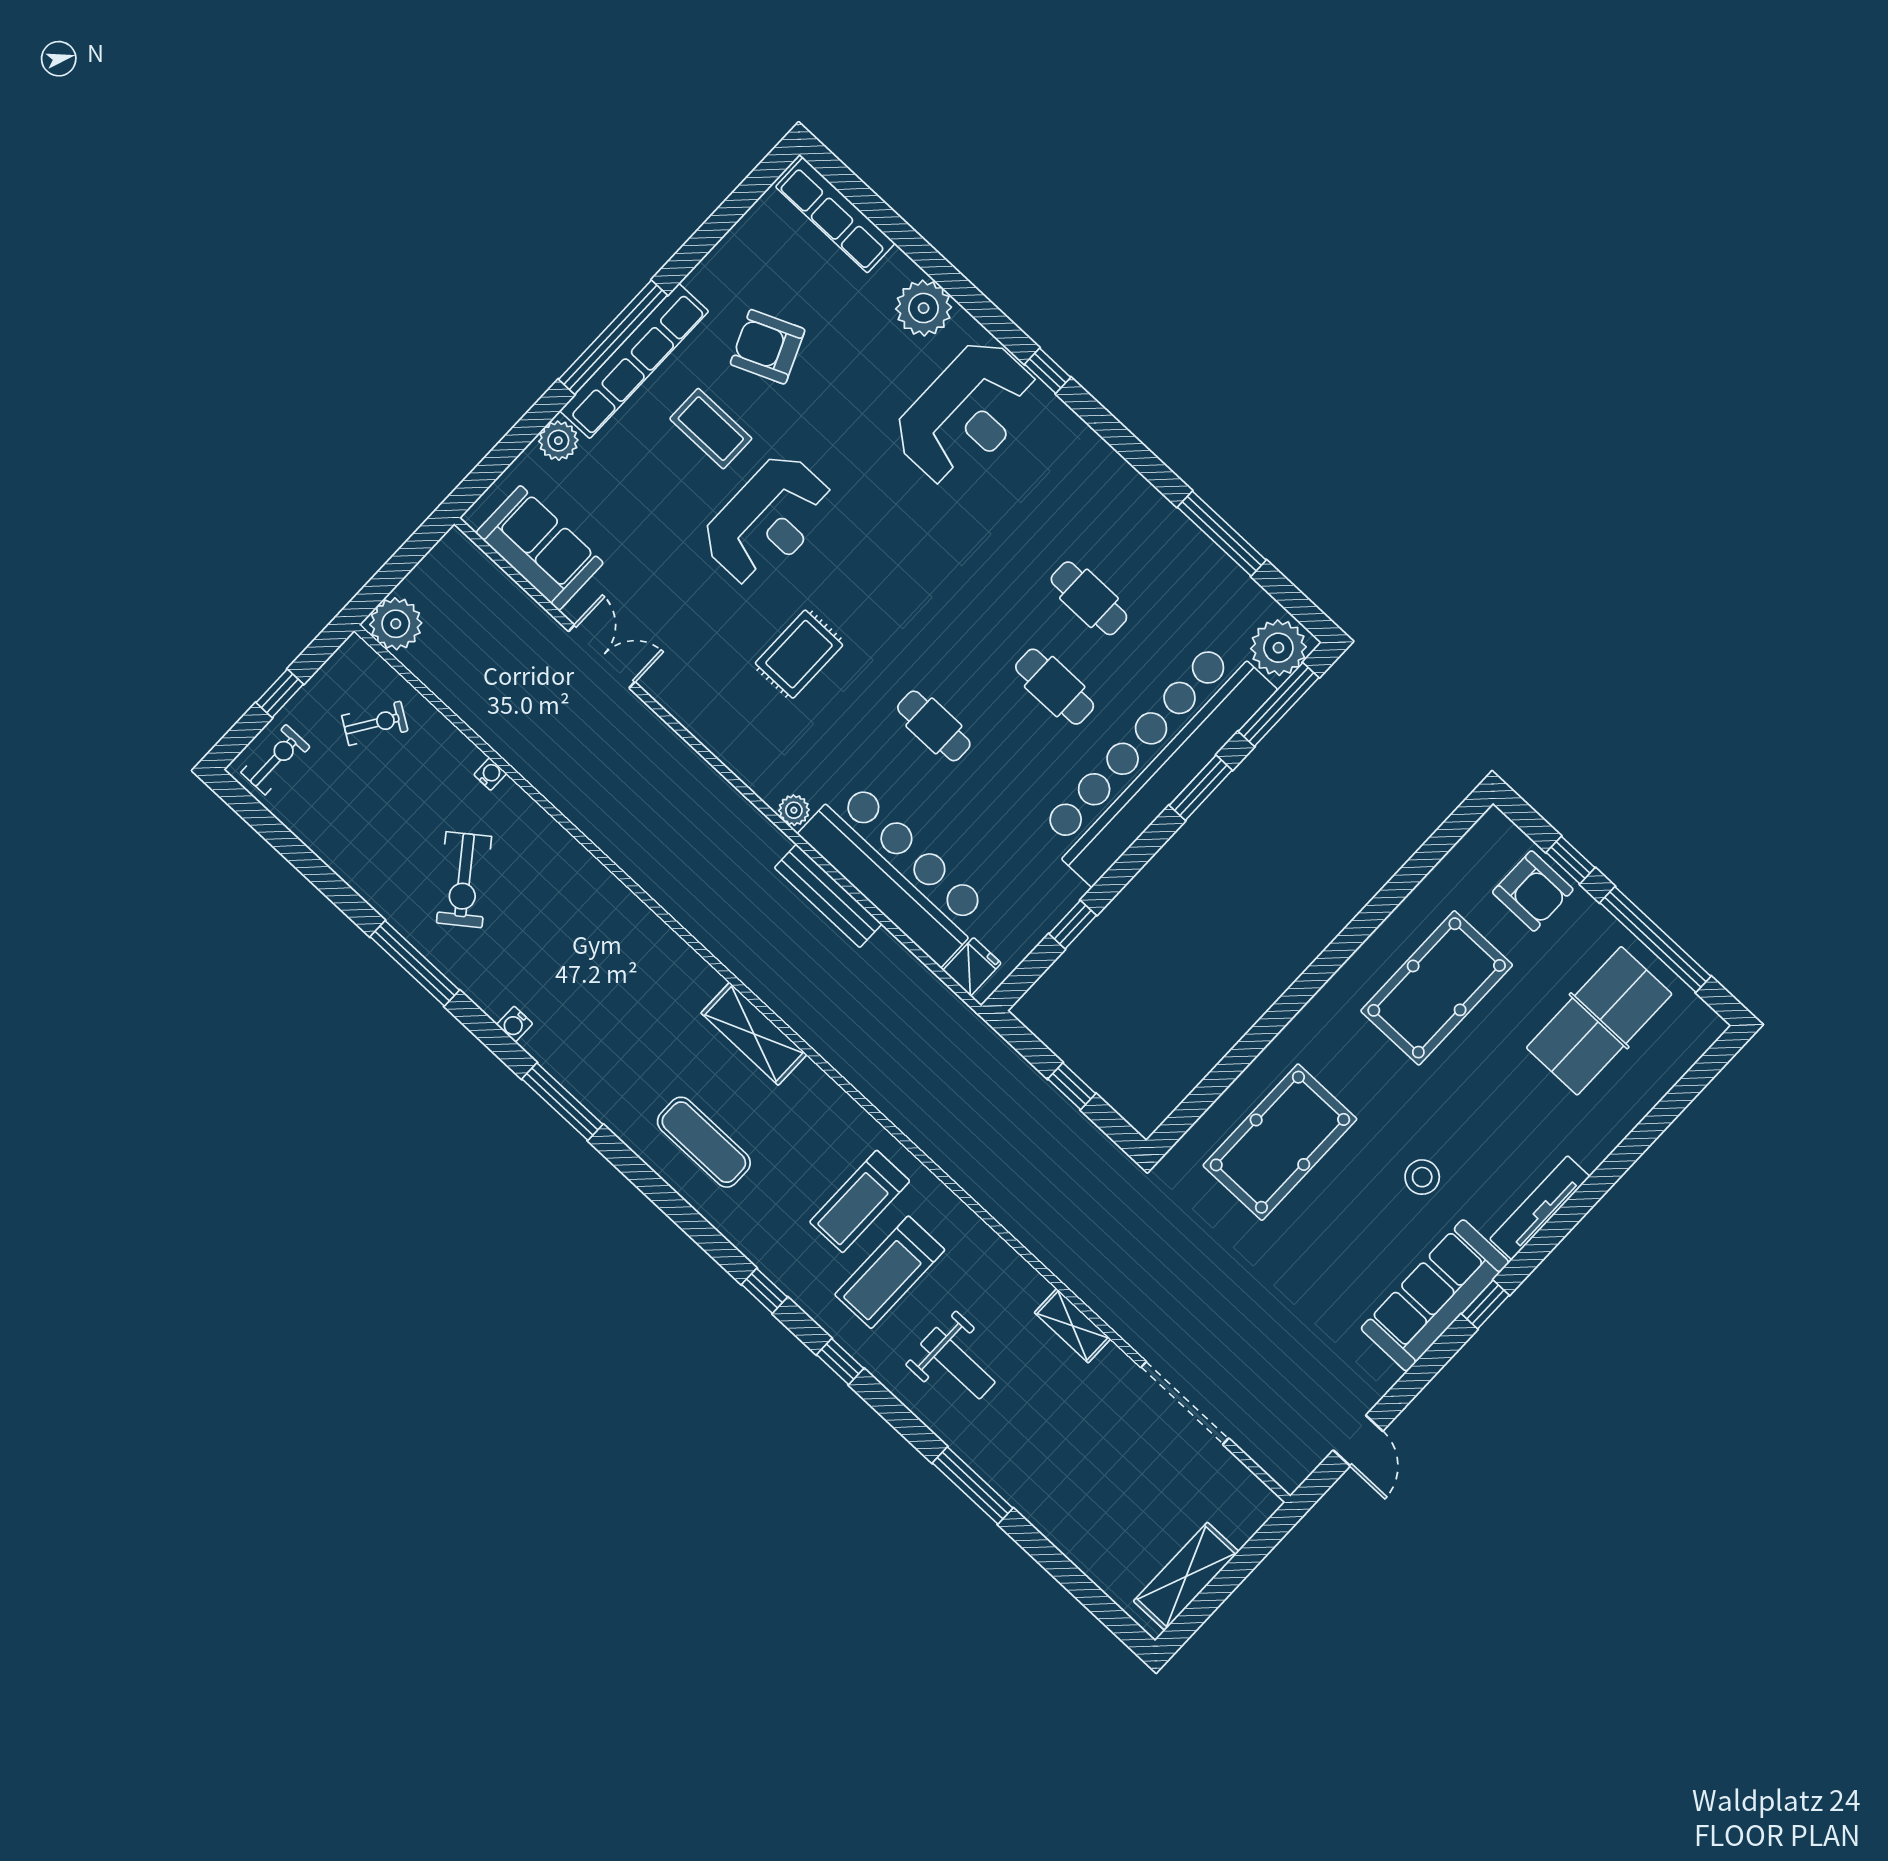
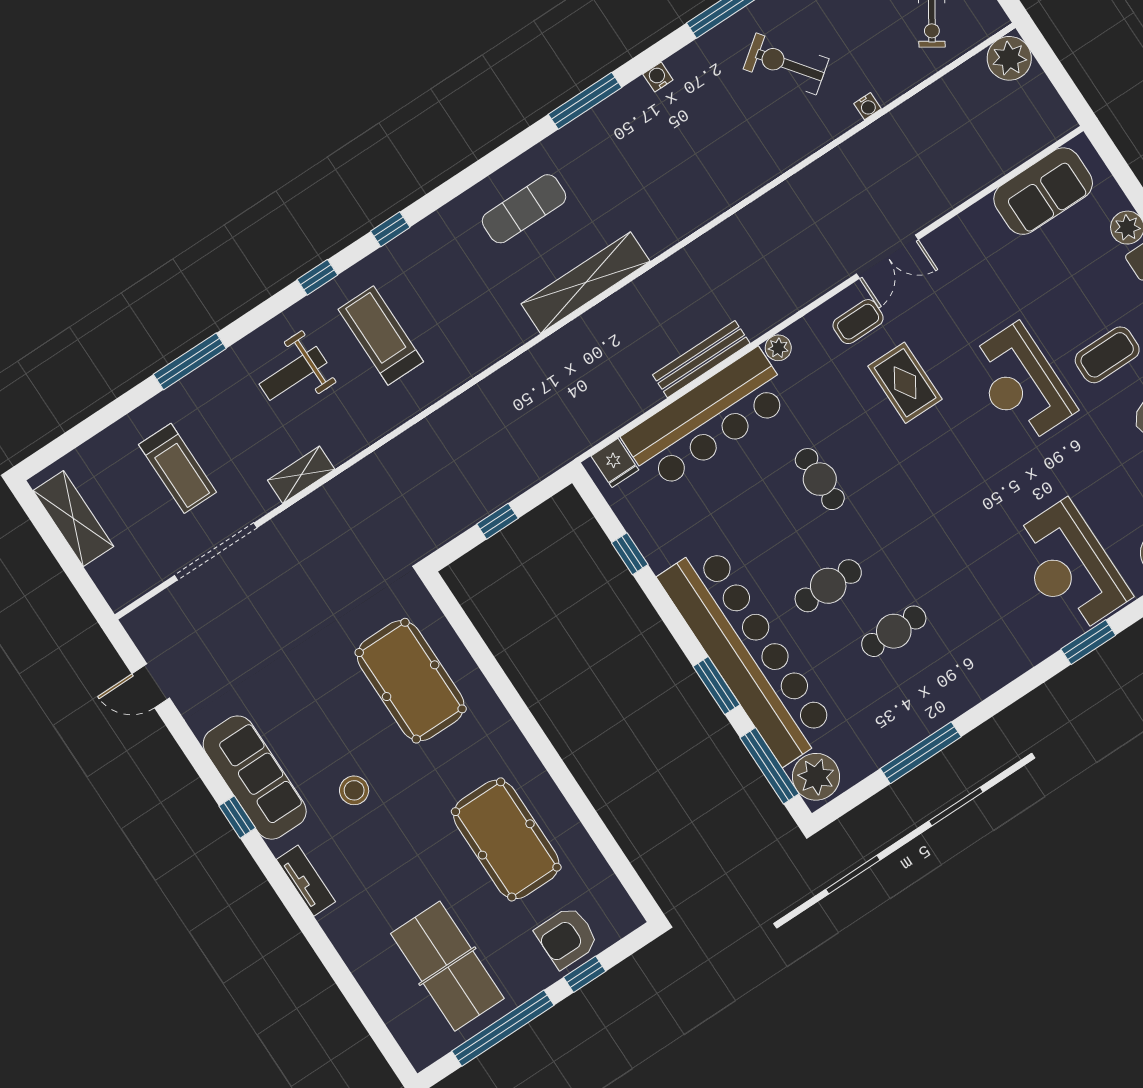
window: (1048, 371) -> (1088, 642), width x1.50
double door: (602, 657) -> (887, 257), moved
coffee table: (741, 725) -> (858, 322), added
cafe table: (934, 726) -> (820, 479), turned 90
shelving: (754, 1034) -> (586, 283), width x1.47
treadmill: (860, 1201) -> (178, 468), moved, turned 180
tv unit: (1540, 1208) -> (306, 881), width x0.71

